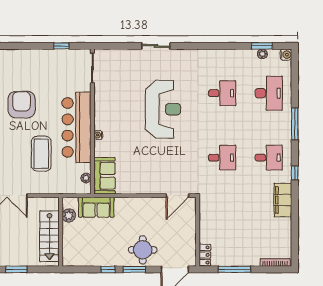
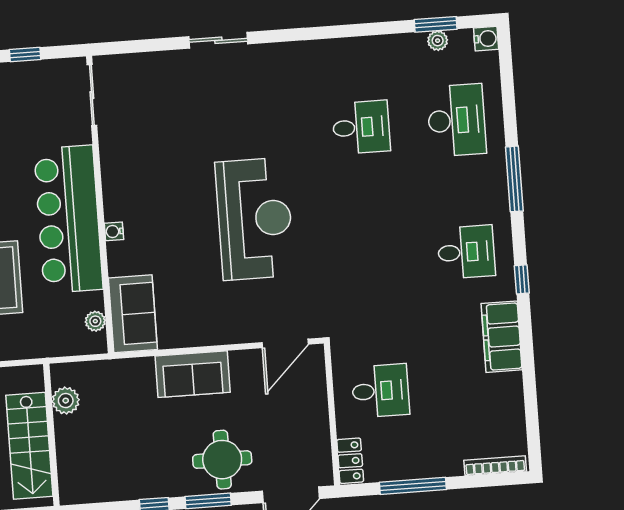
reception desk: (163, 109) -> (255, 219), moved
desk: (222, 158) -> (380, 391), moved
sofa: (96, 207) -> (193, 374), moved

